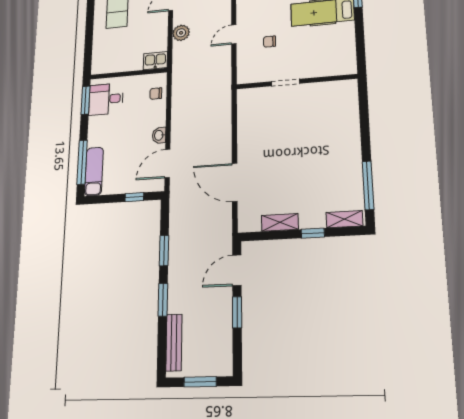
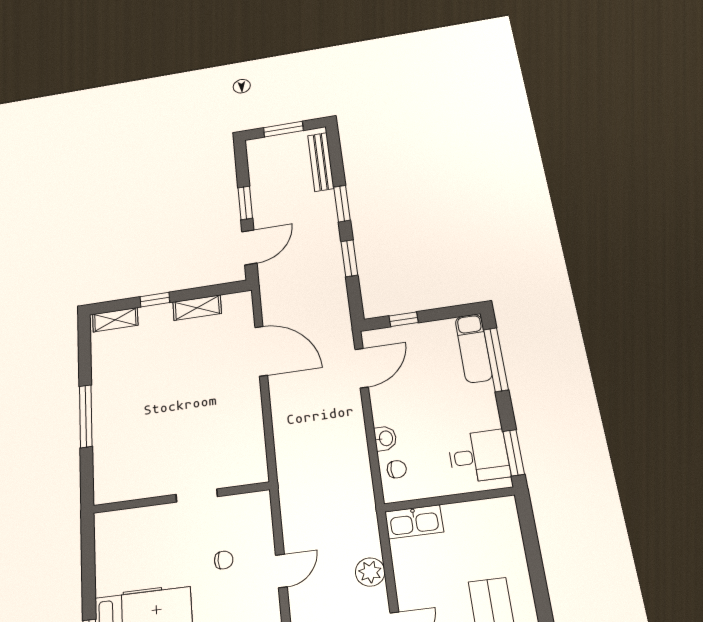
kitchen sink: (155, 61) -> (414, 522), width x1.38
washbasin: (159, 135) -> (385, 438), moved
window: (368, 185) -> (86, 416), moved

